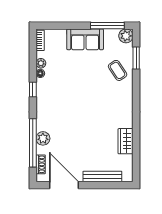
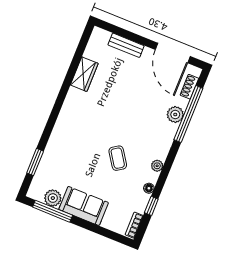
plant: (126, 36) -> (53, 198), moved
plant: (41, 63) -> (157, 166), moved
coffee table: (118, 70) -> (118, 158), moved
window: (33, 89) -> (151, 206), moved
bench: (102, 177) -> (126, 45), width x0.73

